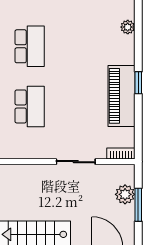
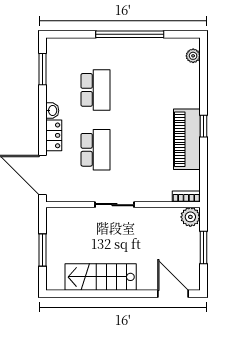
plant: (128, 27) -> (193, 56), moved
sliding door: (76, 162) -> (115, 205), moved
plant: (125, 194) -> (190, 217), moved

